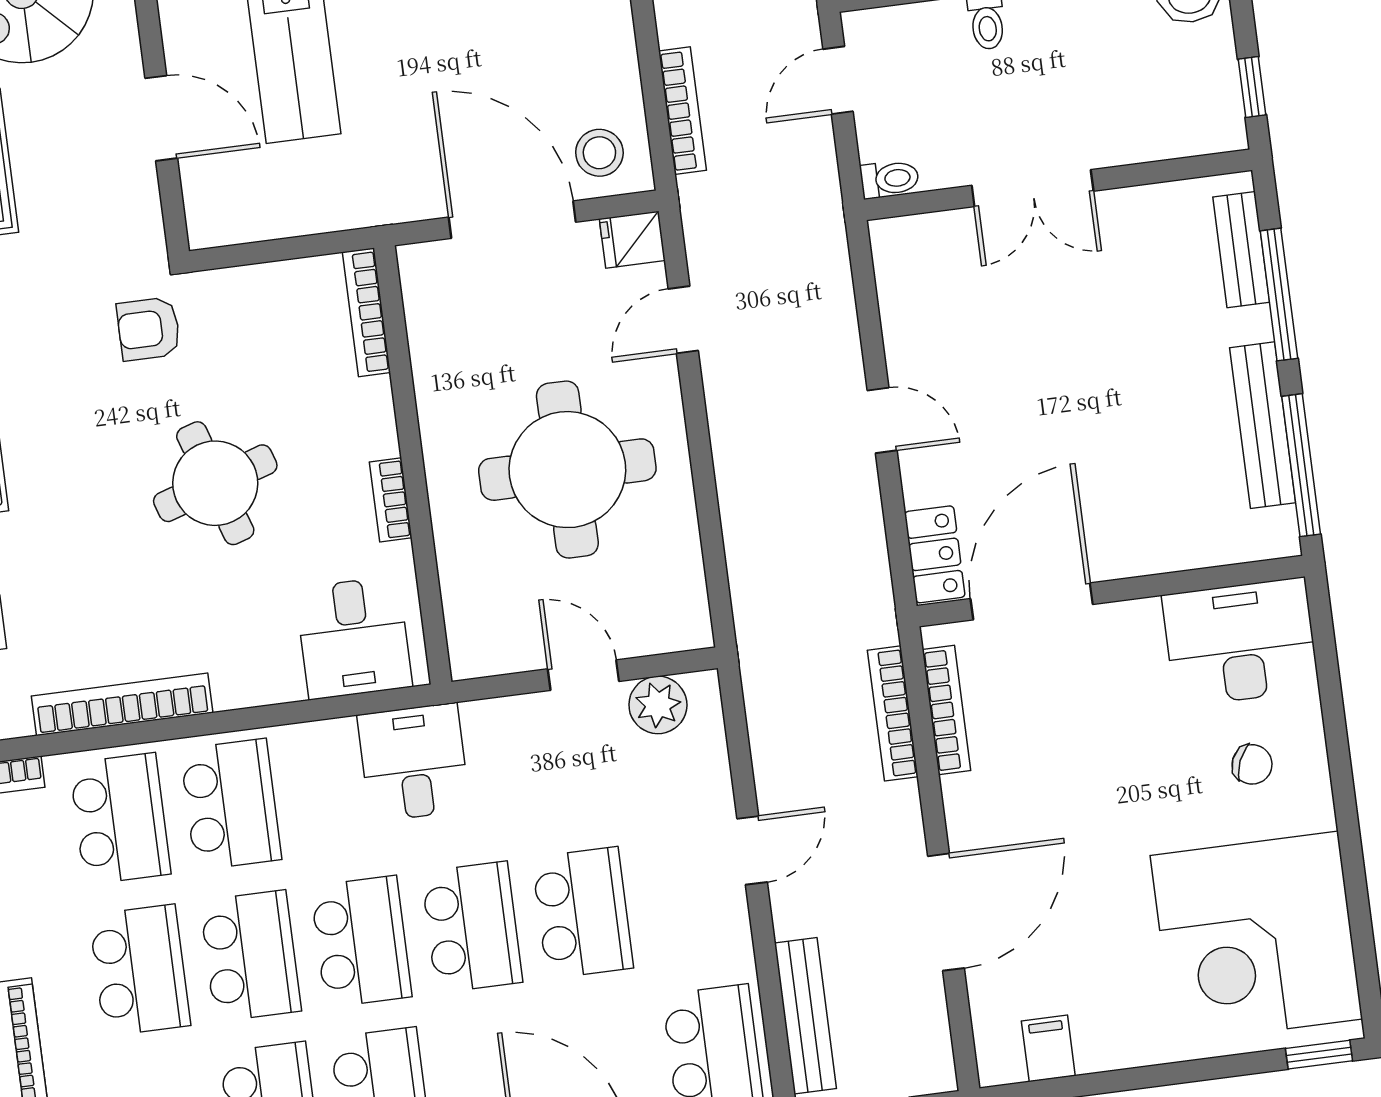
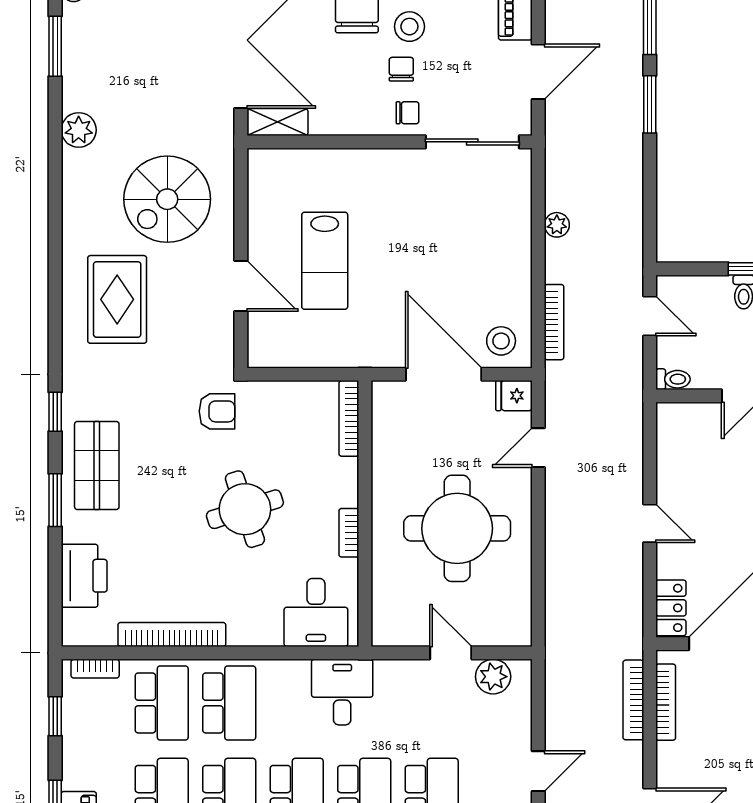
door: (838, 80) -> (650, 316), swing flipped
armchair: (149, 329) -> (217, 411), turned 180

